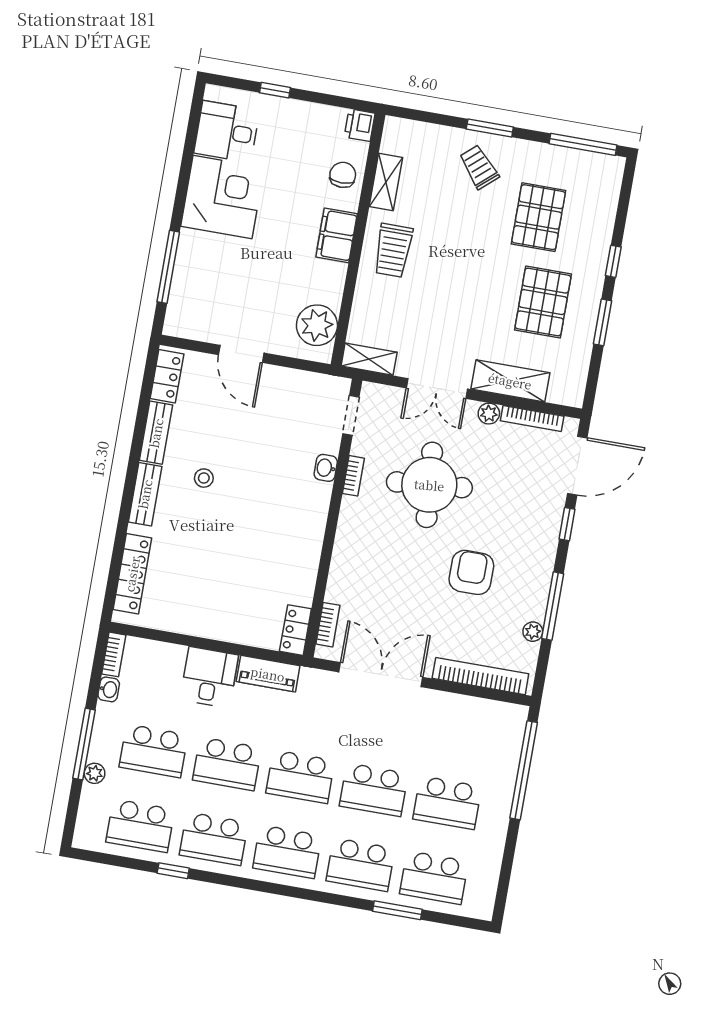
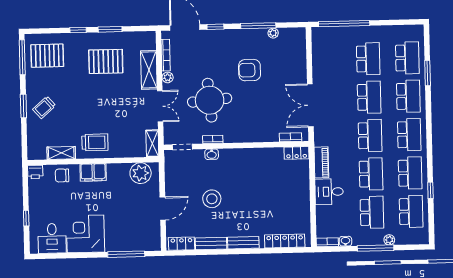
pallet: (539, 217) -> (47, 56), moved
stool: (204, 478) -> (212, 199), moved, width x1.89, depth x1.89
bookcase: (480, 676) -> (301, 55), removed

